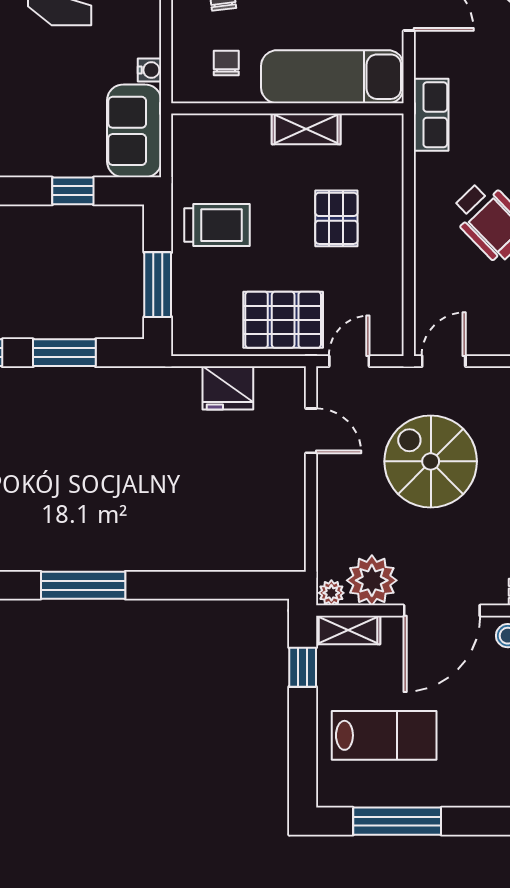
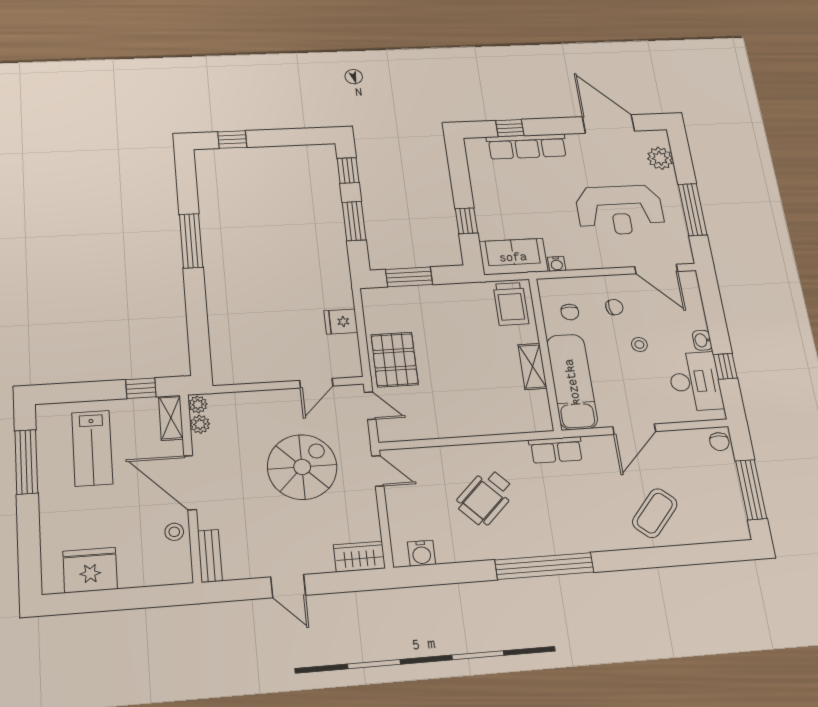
chair: (226, 63) -> (570, 312), turned 90
pallet: (336, 218) -> (472, 391), removed
trolley: (217, 225) -> (511, 304), moved
fridge: (228, 388) -> (341, 322), width x0.72
plant: (372, 580) -> (200, 424), width x0.53, depth x0.53

